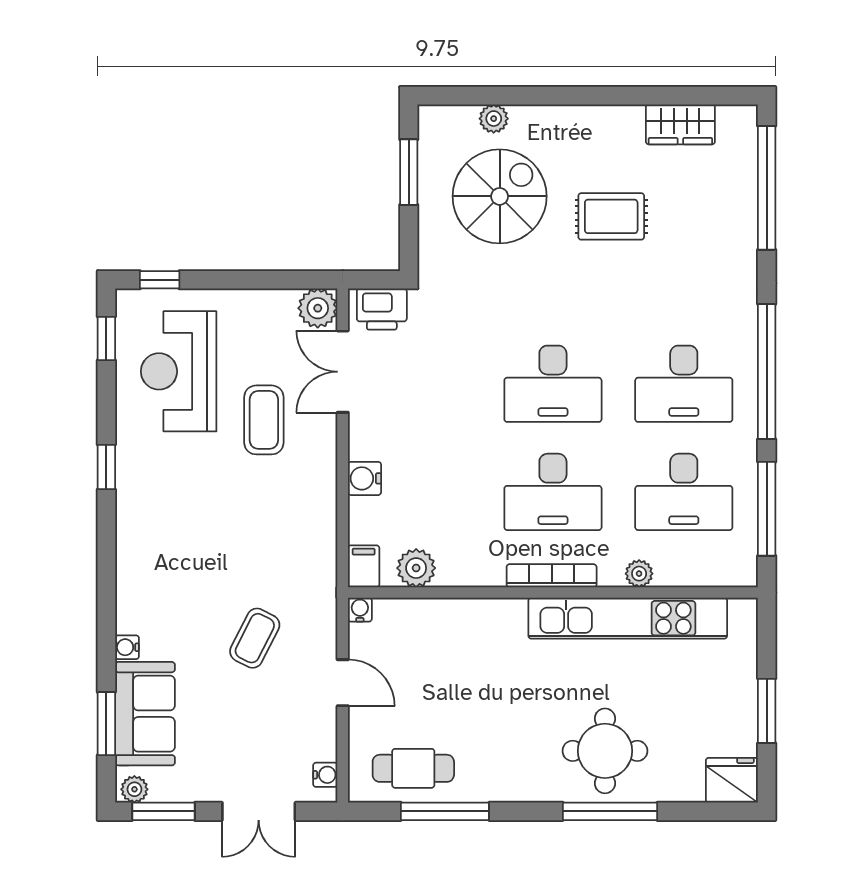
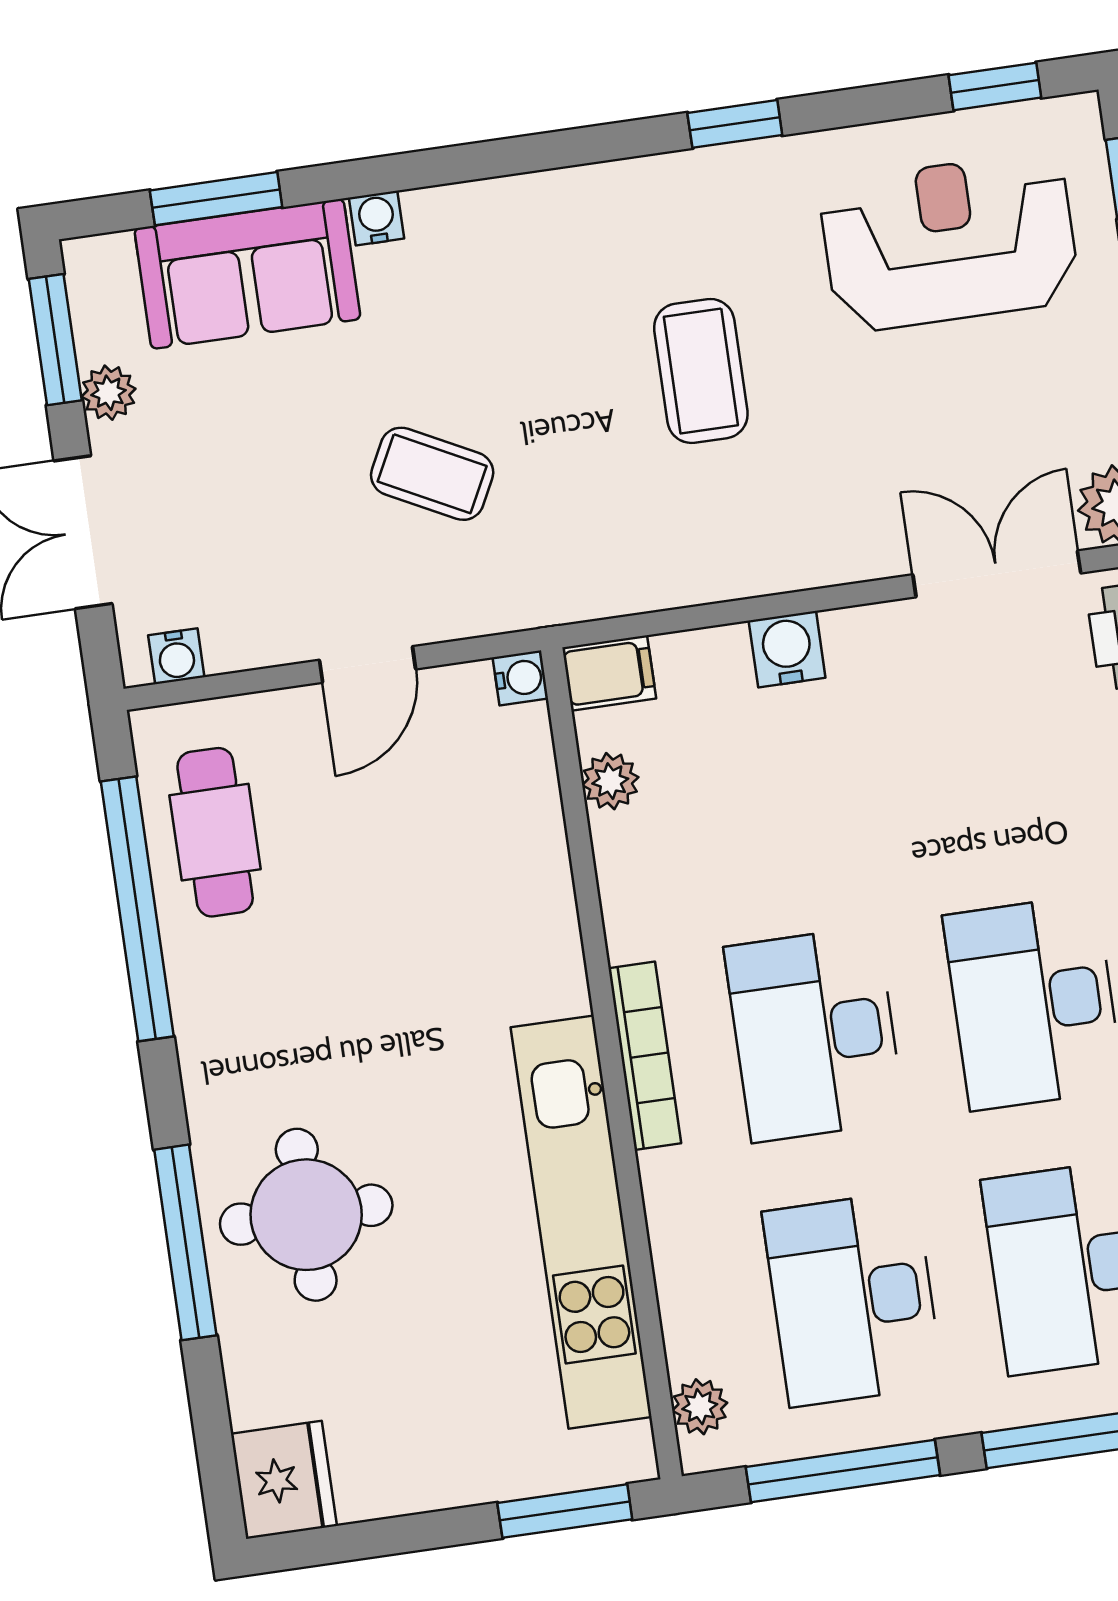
coffee table: (264, 420) -> (701, 371), moved, turned 90
plant: (416, 568) -> (610, 781), width x0.73, depth x0.73
plant: (639, 574) -> (700, 1407), moved
window: (767, 711) -> (565, 1511), moved
plant: (134, 789) -> (109, 393), moved
window: (445, 811) -> (137, 909), width x1.46

